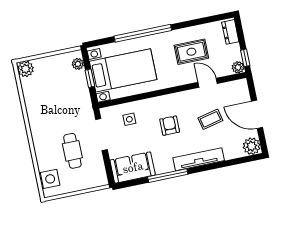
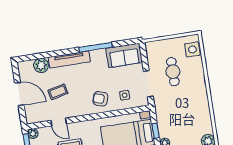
armchair: (170, 126) -> (100, 99), moved, turned 108
plant: (252, 146) -> (41, 65), moved

